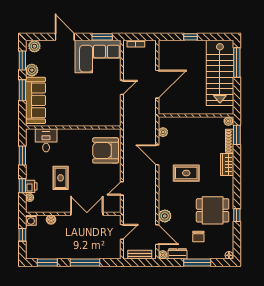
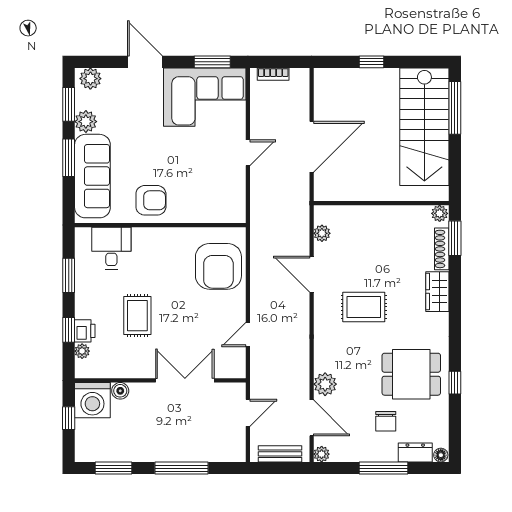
armchair: (68, 114) -> (151, 200), added
armchair: (106, 150) -> (218, 266), turned -90
washing machine: (31, 220) -> (92, 400), width x1.89, depth x1.89
dresser: (177, 254) -> (415, 453), moved

